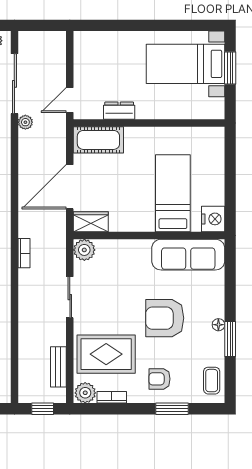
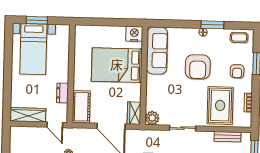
wardrobe: (84, 58) -> (28, 115), added
bed: (173, 193) -> (117, 65), width x1.50
plant: (85, 393) -> (245, 120), removed

